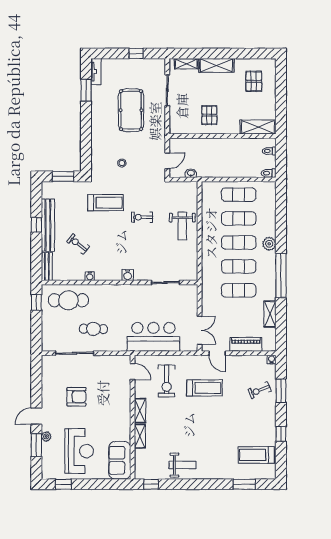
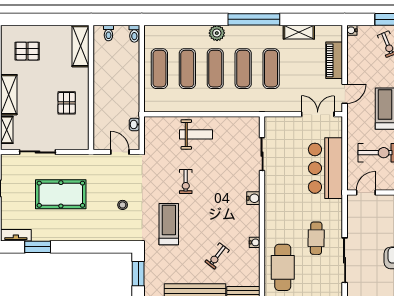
pallet: (209, 115) -> (67, 103), turned 90

